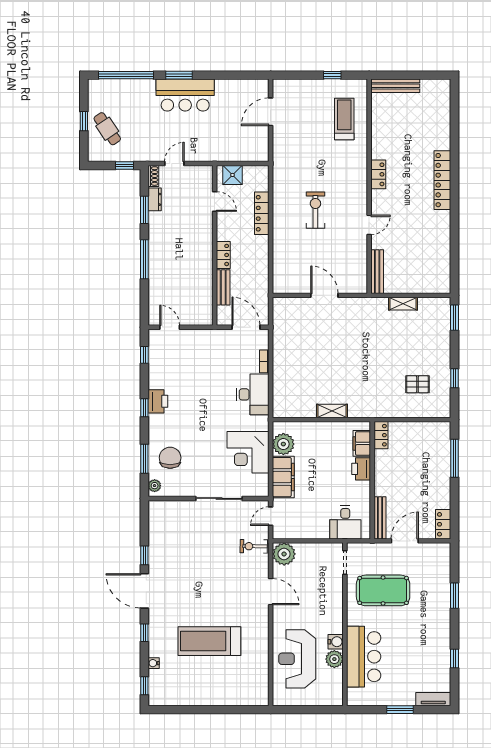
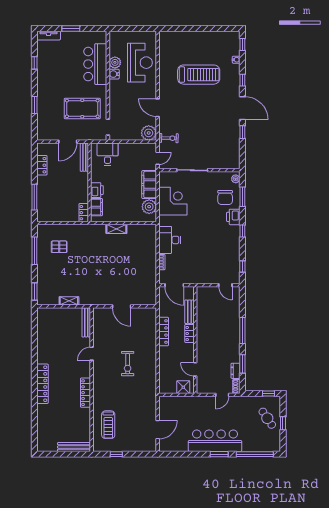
bar counter: (185, 95) -> (215, 441), width x1.36
window: (124, 166) -> (269, 394), moved
locker: (378, 174) -> (85, 393), width x1.53
locker: (262, 213) -> (164, 332), moved
window: (455, 378) -> (34, 251), width x2.17
printer: (158, 401) -> (233, 217), moved
locker: (443, 524) -> (42, 165), moved

